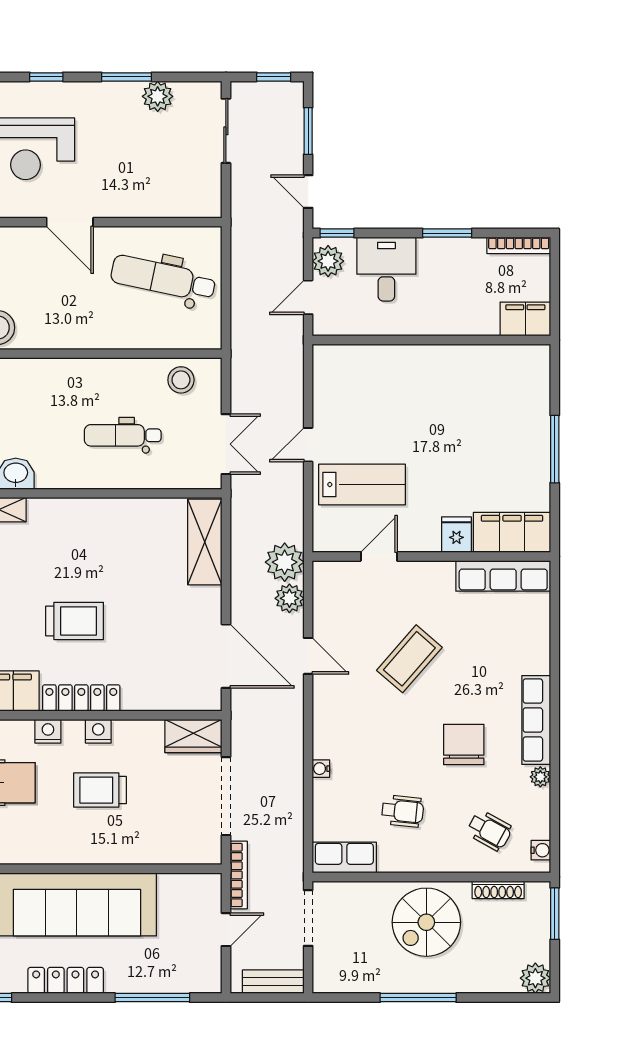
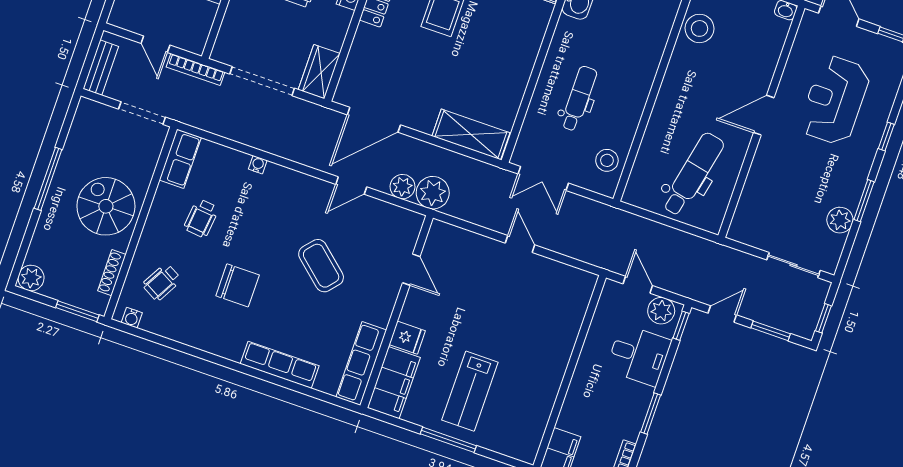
lab bench: (362, 484) -> (470, 391), moved
row of seats: (536, 720) -> (280, 365), moved
plant: (540, 777) -> (190, 338), removed

